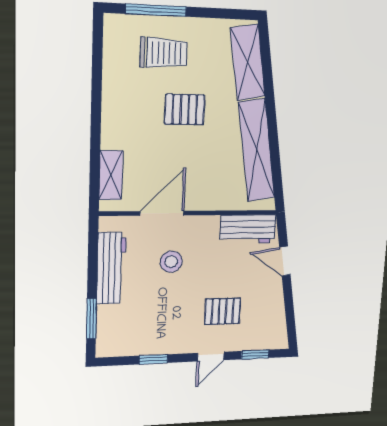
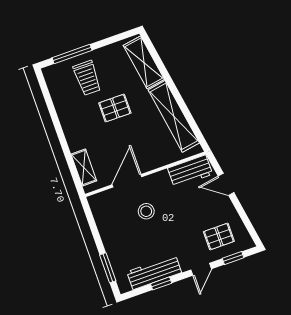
trolley: (164, 53) -> (87, 78), turned 90
workbench: (111, 268) -> (154, 272), moved, turned -90
pallet: (223, 311) -> (219, 236), moved

